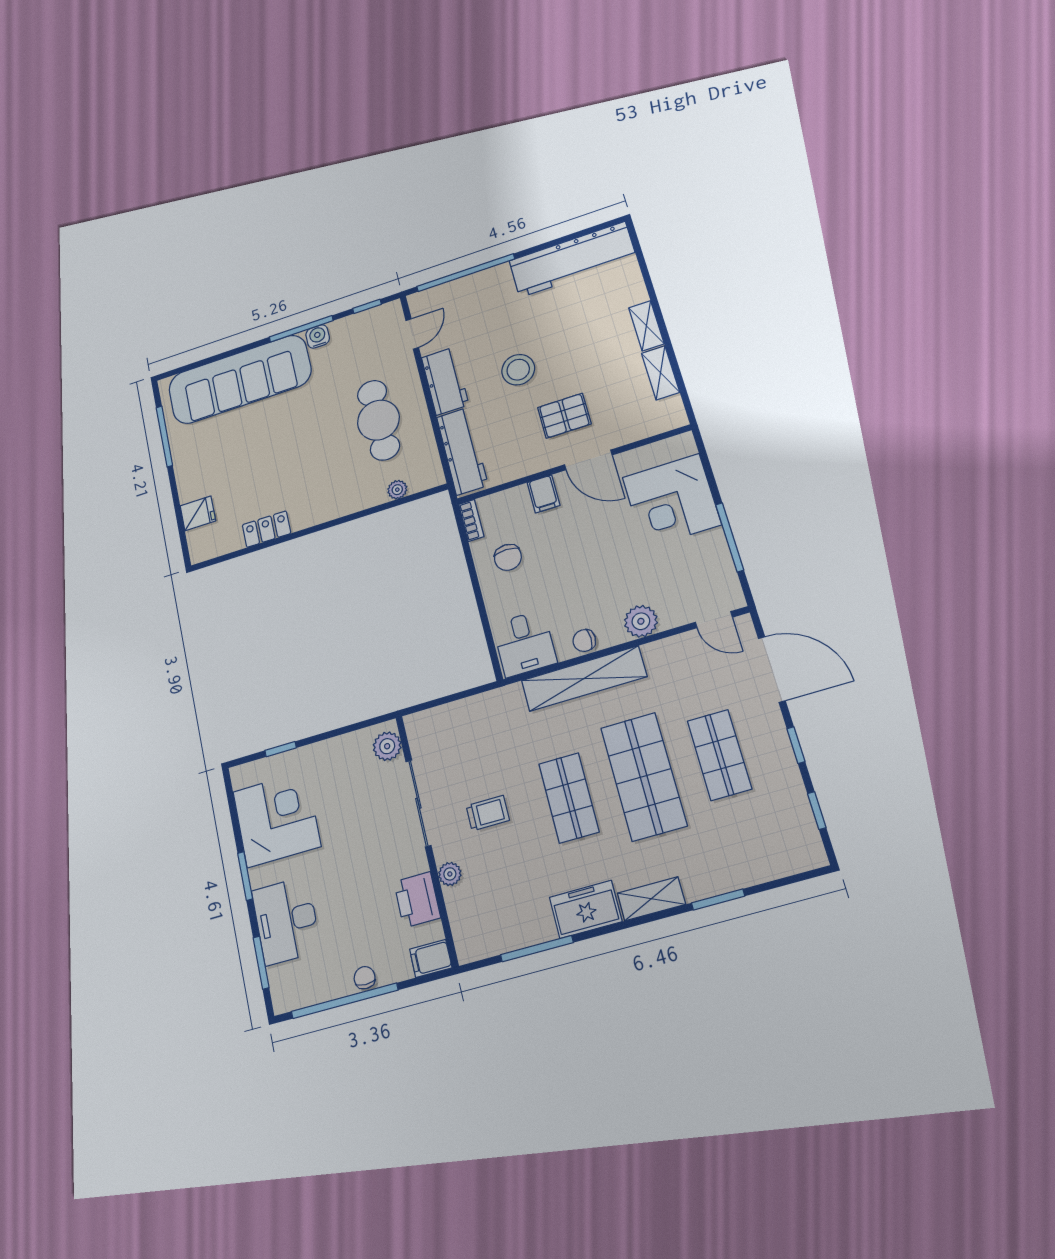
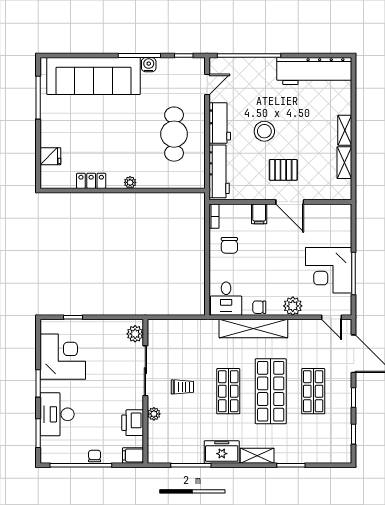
plant: (397, 490) -> (130, 182), moved
corner desk: (672, 501) -> (329, 270), moved

